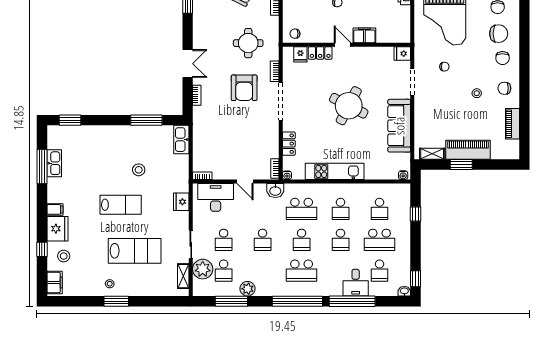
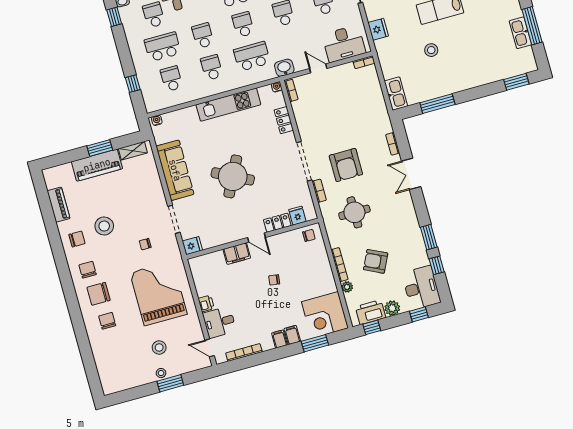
armchair: (244, 88) -> (346, 165), turned 180
stool: (477, 93) -> (104, 226), width x1.89, depth x1.89

